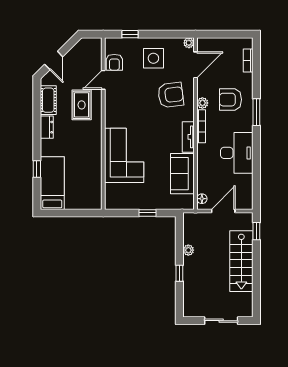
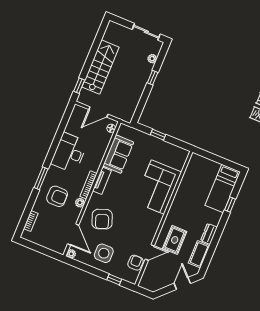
door: (195, 65) -> (73, 235), swing flipped
armchair: (171, 95) -> (102, 219), turned -103
plant: (188, 250) -> (152, 59), moved
sliding door: (221, 321) -> (146, 32), moved

